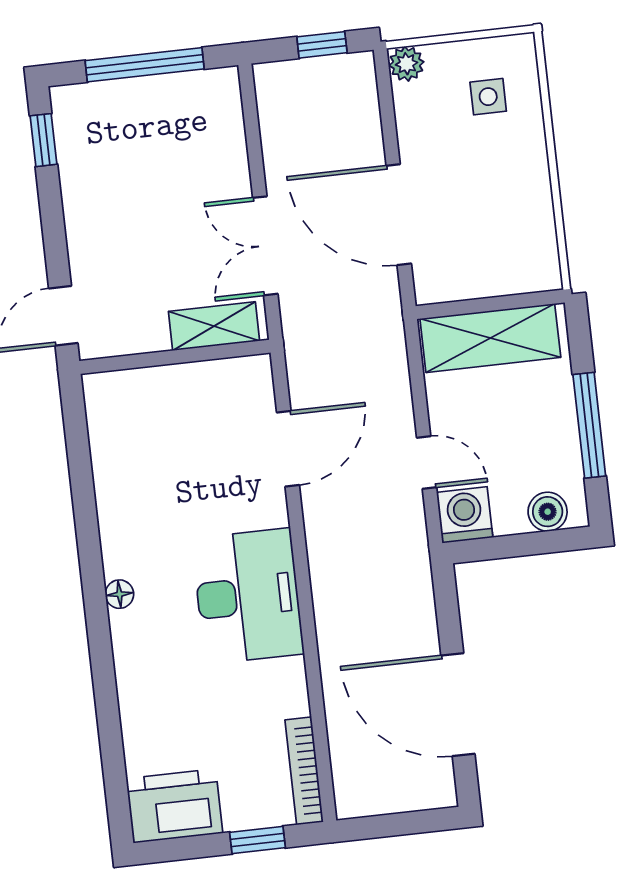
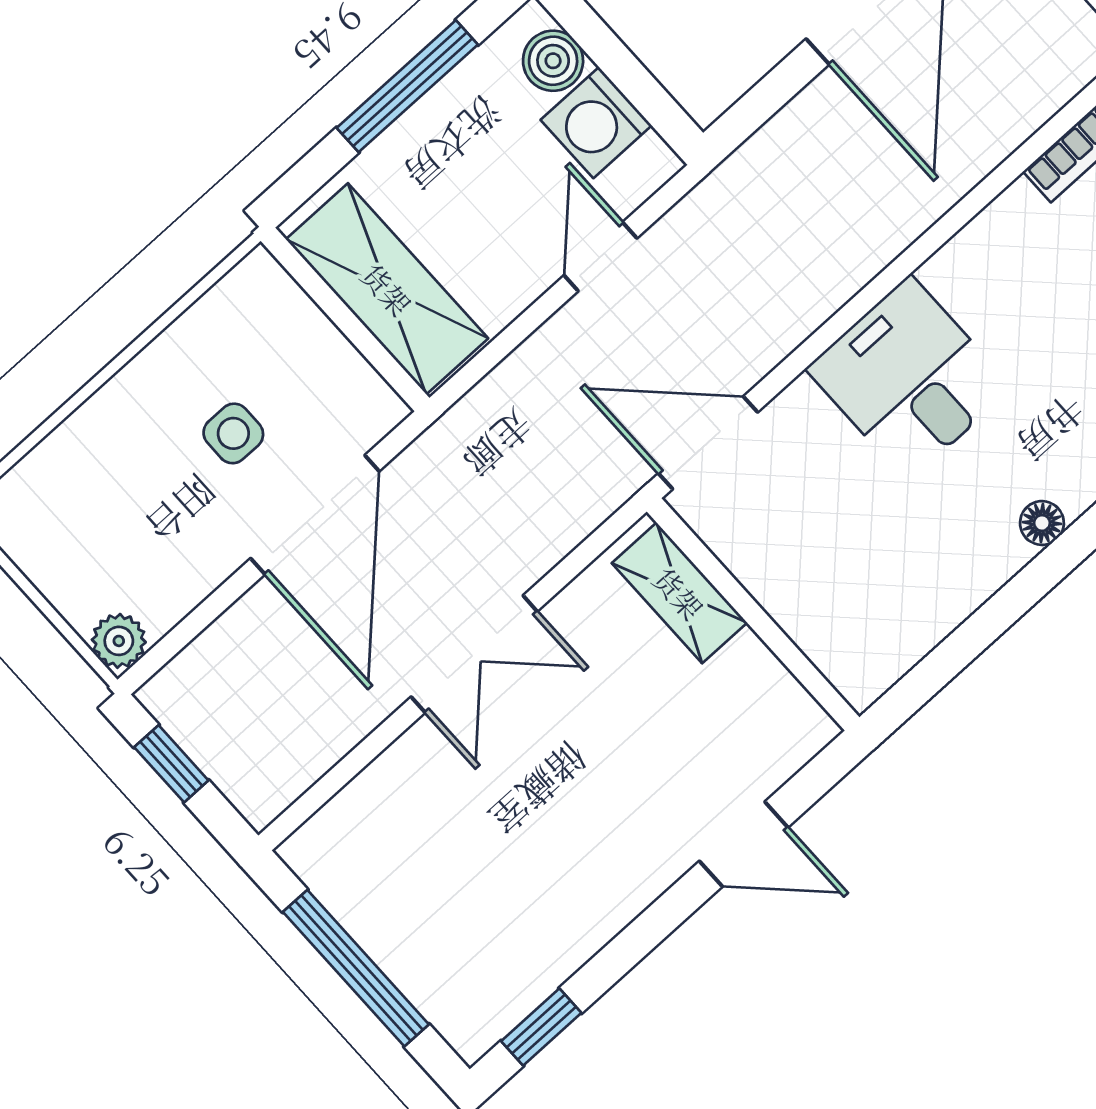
side table: (488, 97) -> (233, 433), moved
shelving: (214, 326) -> (679, 593), moved
wall: (175, 357) -> (753, 614), moved
washing machine: (465, 515) -> (596, 123), moved
desk: (248, 596) -> (909, 378), width x0.73

